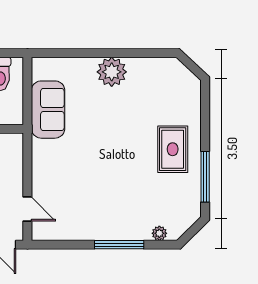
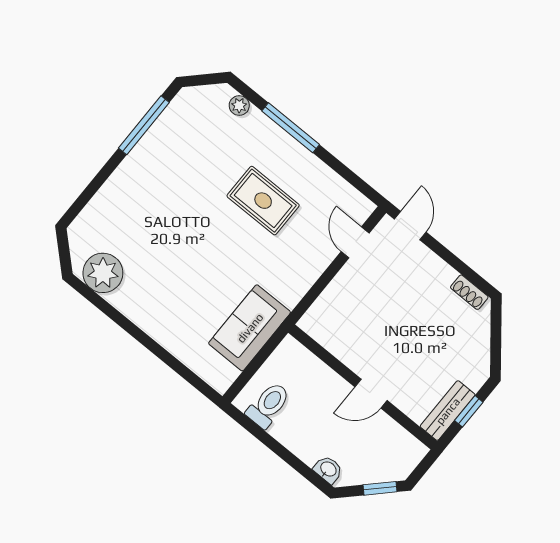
plant: (112, 72) -> (103, 273), moved
rug: (173, 149) -> (263, 201), moved, turned 90

